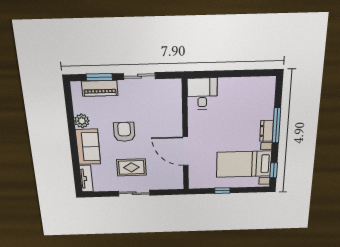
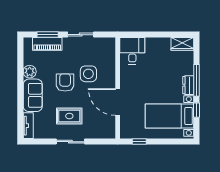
wardrobe: (262, 84) -> (182, 44), added
side table: (151, 121) -> (88, 74), added
window: (274, 170) -> (197, 110), moved
window: (222, 191) -> (139, 142), moved

